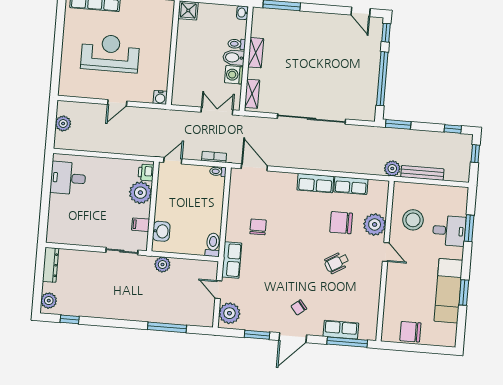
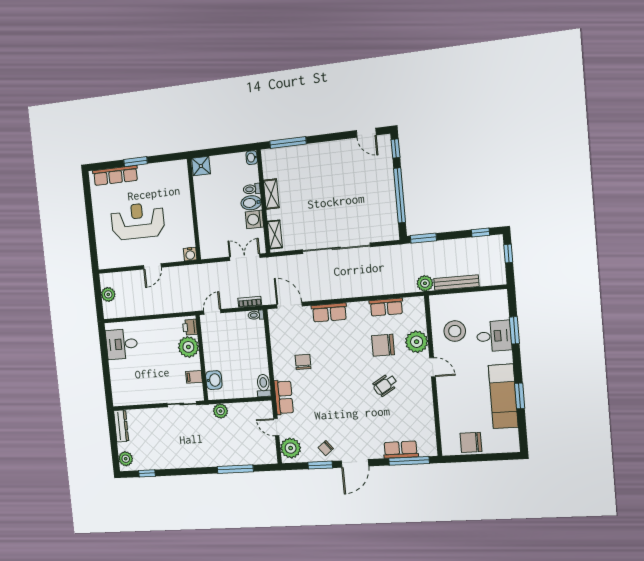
row of seats: (315, 183) -> (329, 312), moved
chair: (299, 307) -> (326, 448), moved

